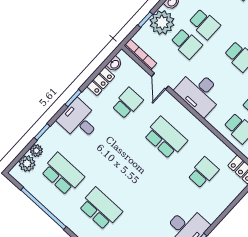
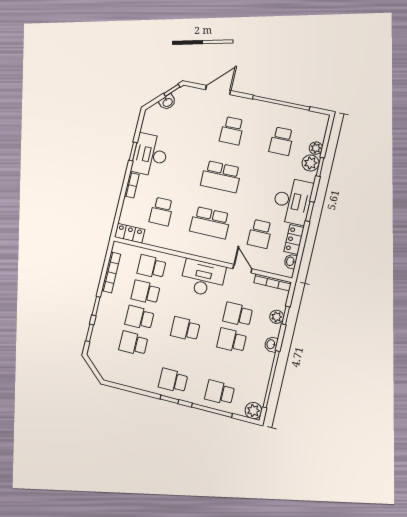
plant: (162, 22) -> (277, 317), width x0.53, depth x0.53
desk: (79, 120) -> (292, 201), width x1.37
plant: (27, 164) -> (311, 163), moved
school desk: (133, 173) -> (221, 177), added
school desk: (62, 174) -> (281, 141), width x0.54
school desk: (100, 209) -> (232, 131), width x0.54
bookcase: (217, 212) -> (132, 185), added

